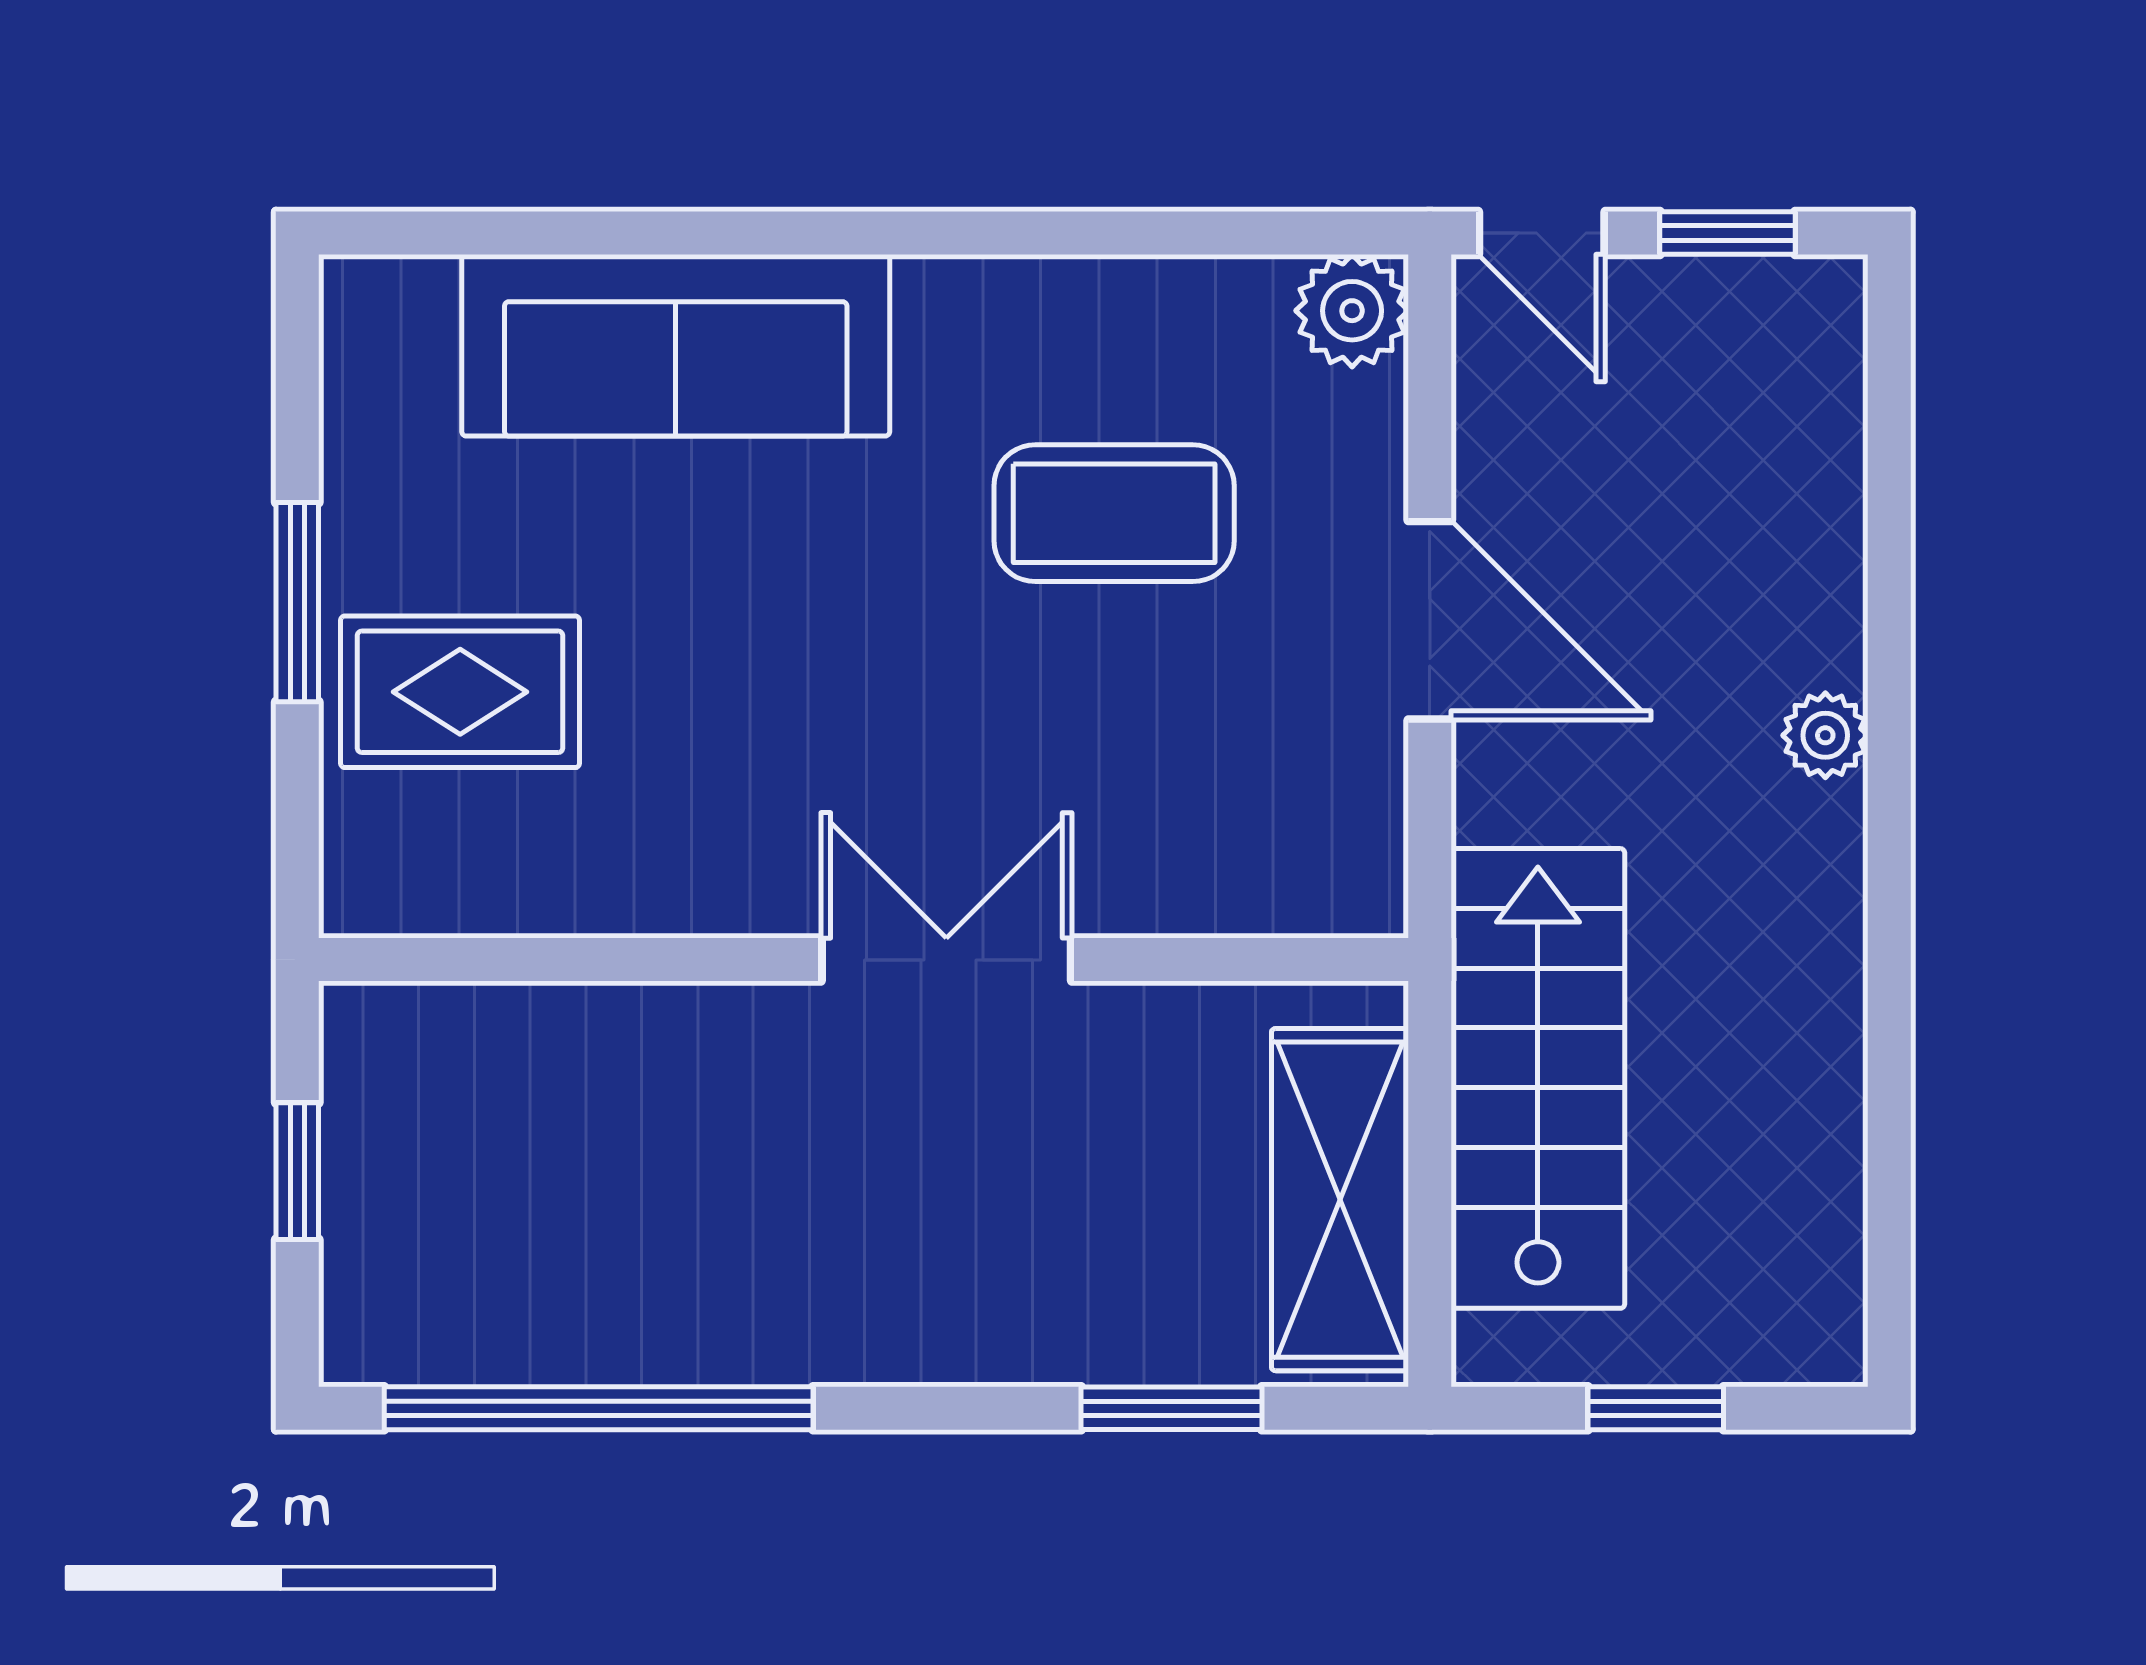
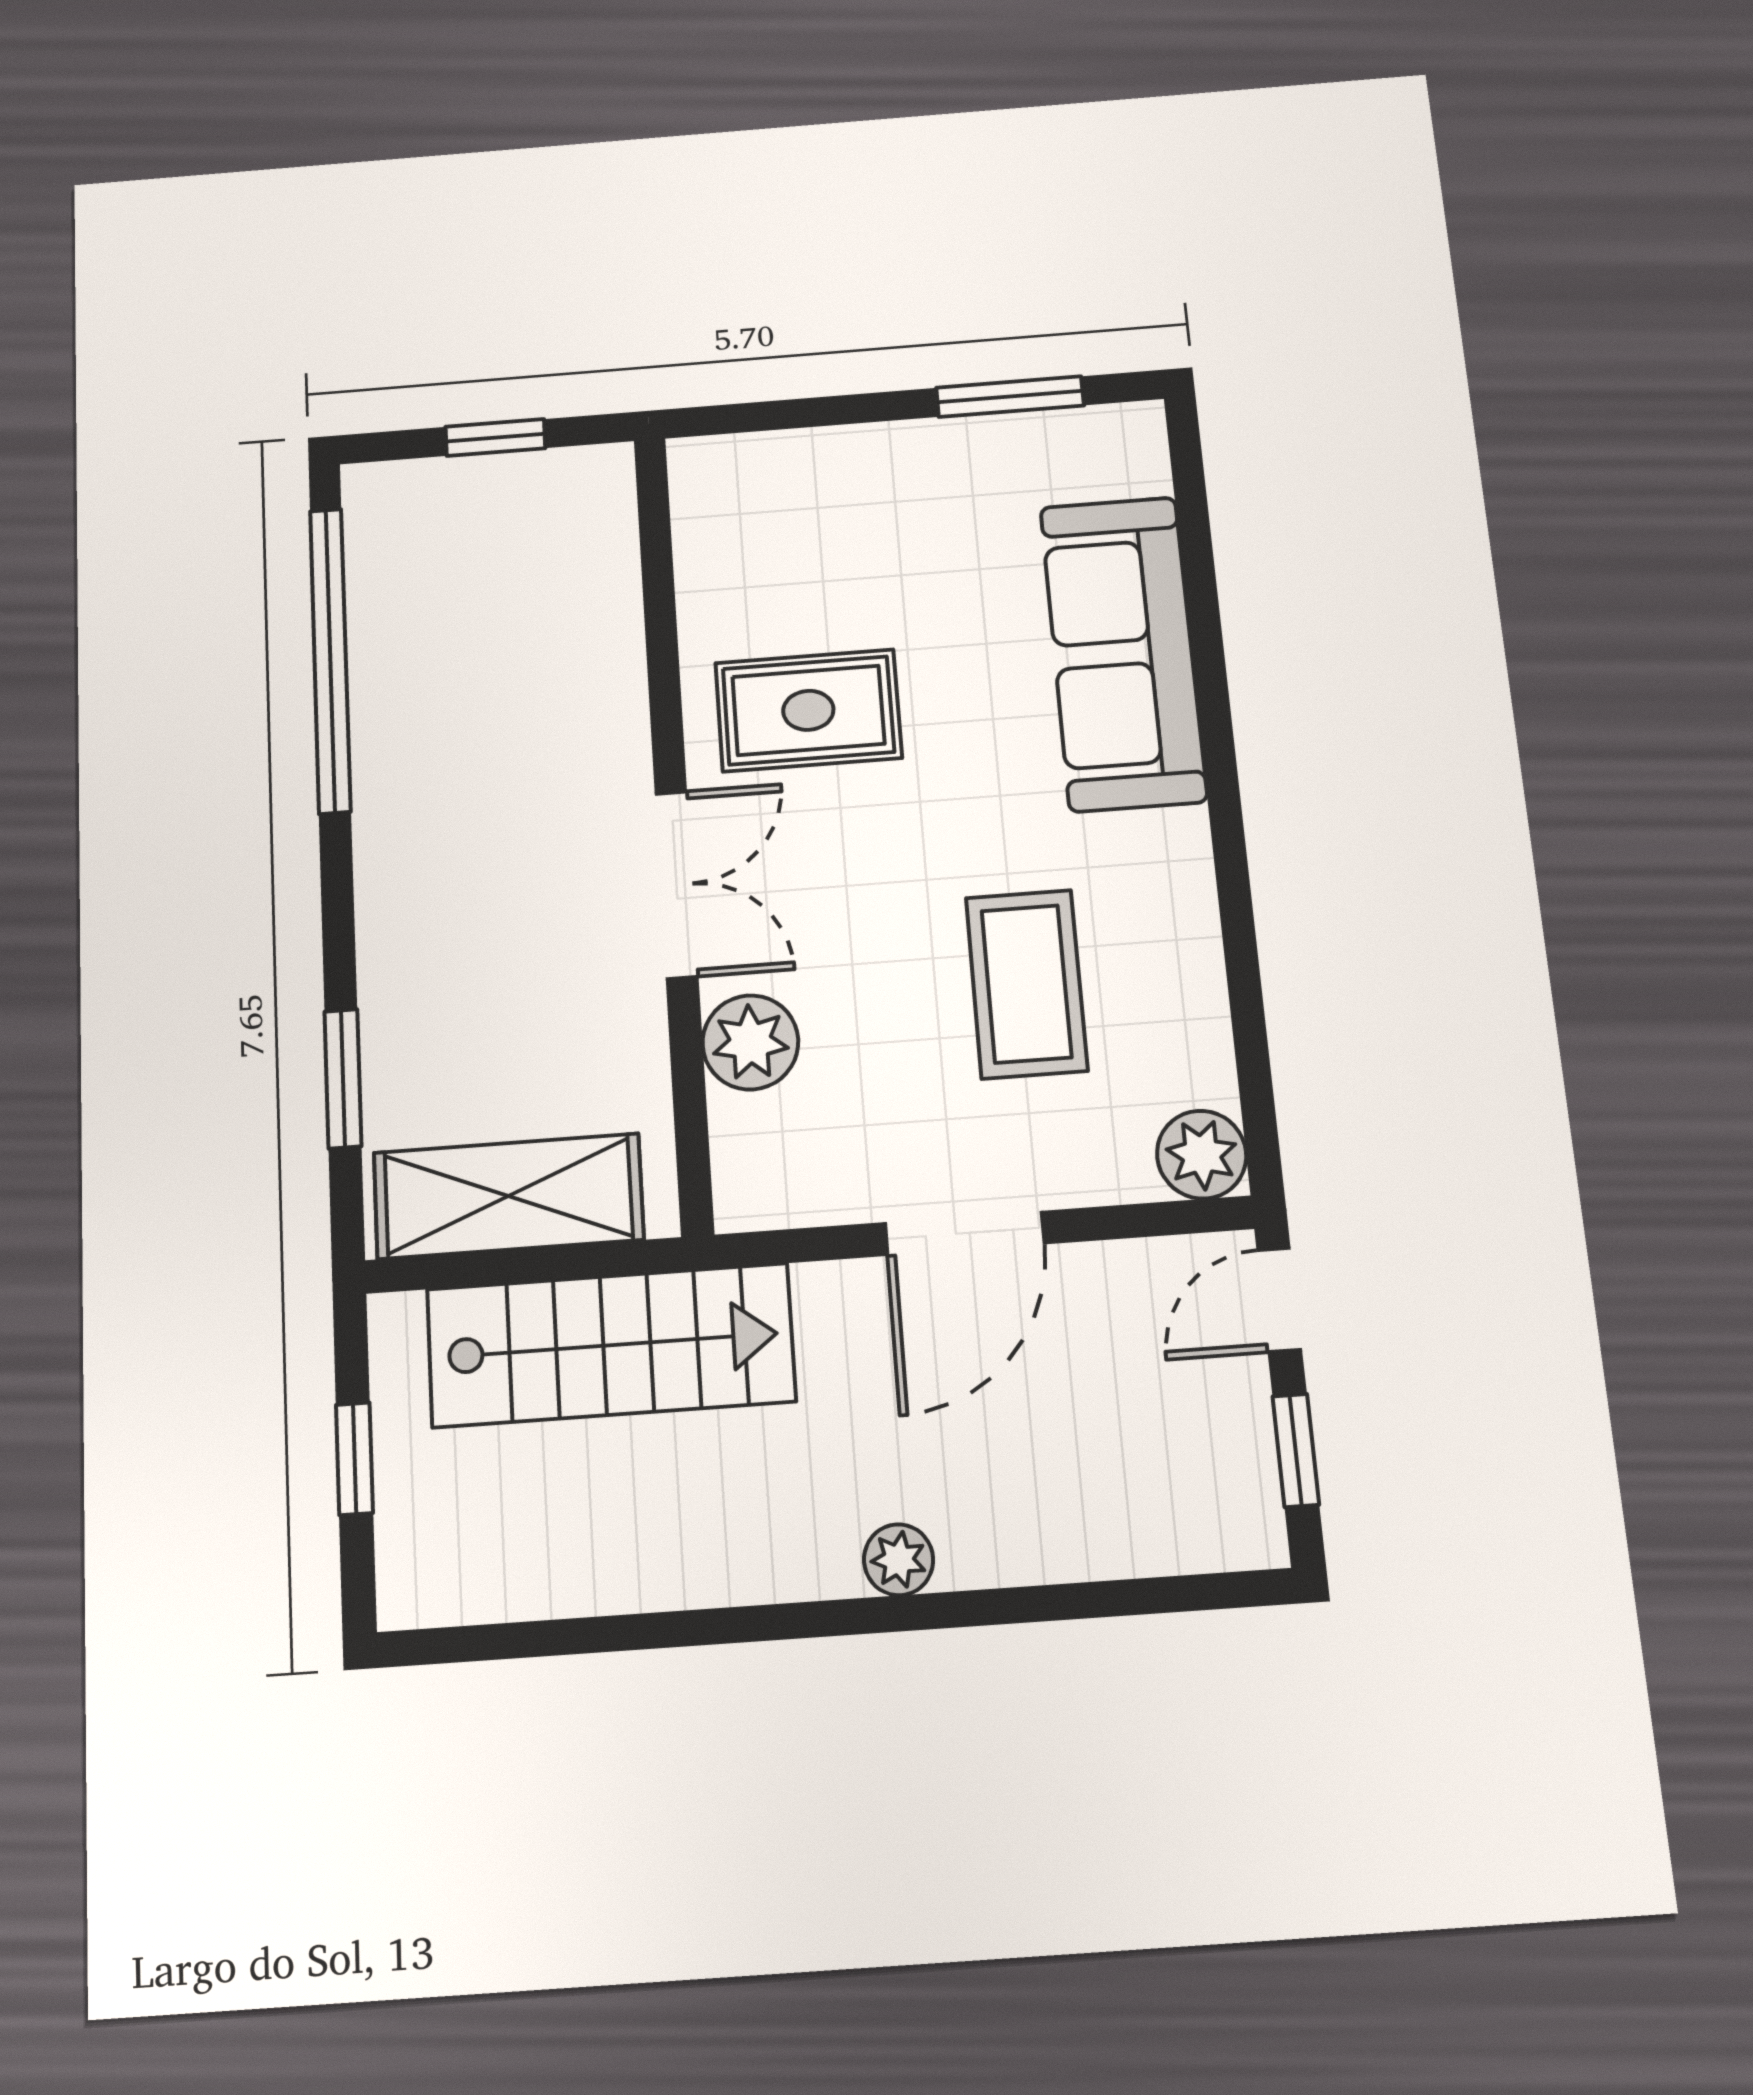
window: (297, 602) -> (1010, 397), moved
rug: (460, 692) -> (808, 710), moved, turned 90
plant: (1164, 876) -> (750, 1042), added

